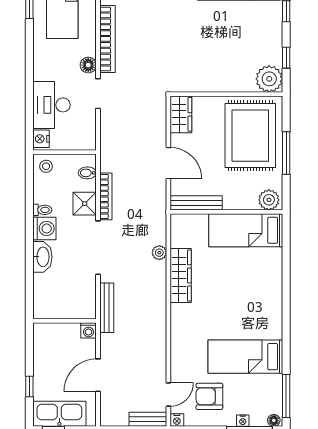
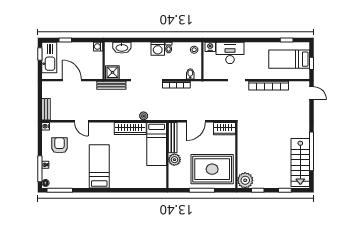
floor lamp: (88, 65) -> (253, 74), removed
plant: (269, 200) -> (174, 160), moved
shower: (85, 204) -> (112, 72), moved
bed: (246, 230) -> (157, 144), moved, turned 180
washbasin: (42, 257) -> (122, 48), moved
washing machine: (89, 330) -> (98, 47), moved
bed: (245, 357) -> (99, 166), moved
door: (168, 394) -> (81, 121), moved

